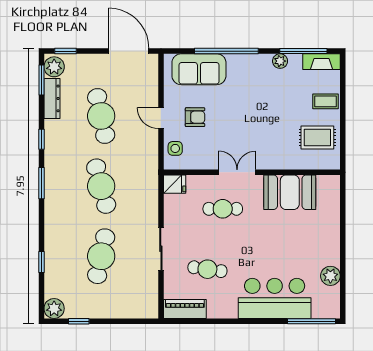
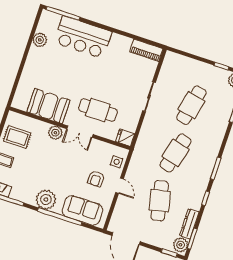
plant: (280, 61) -> (46, 200), moved, width x1.87, depth x1.87
armchair: (195, 117) -> (96, 179), turned -90
plant: (269, 160) -> (55, 133), added
cafe table: (101, 186) -> (176, 153), turned 30
cafe table: (223, 209) -> (98, 110), width x1.37, depth x1.35
cafe table: (207, 269) -> (122, 72), removed

